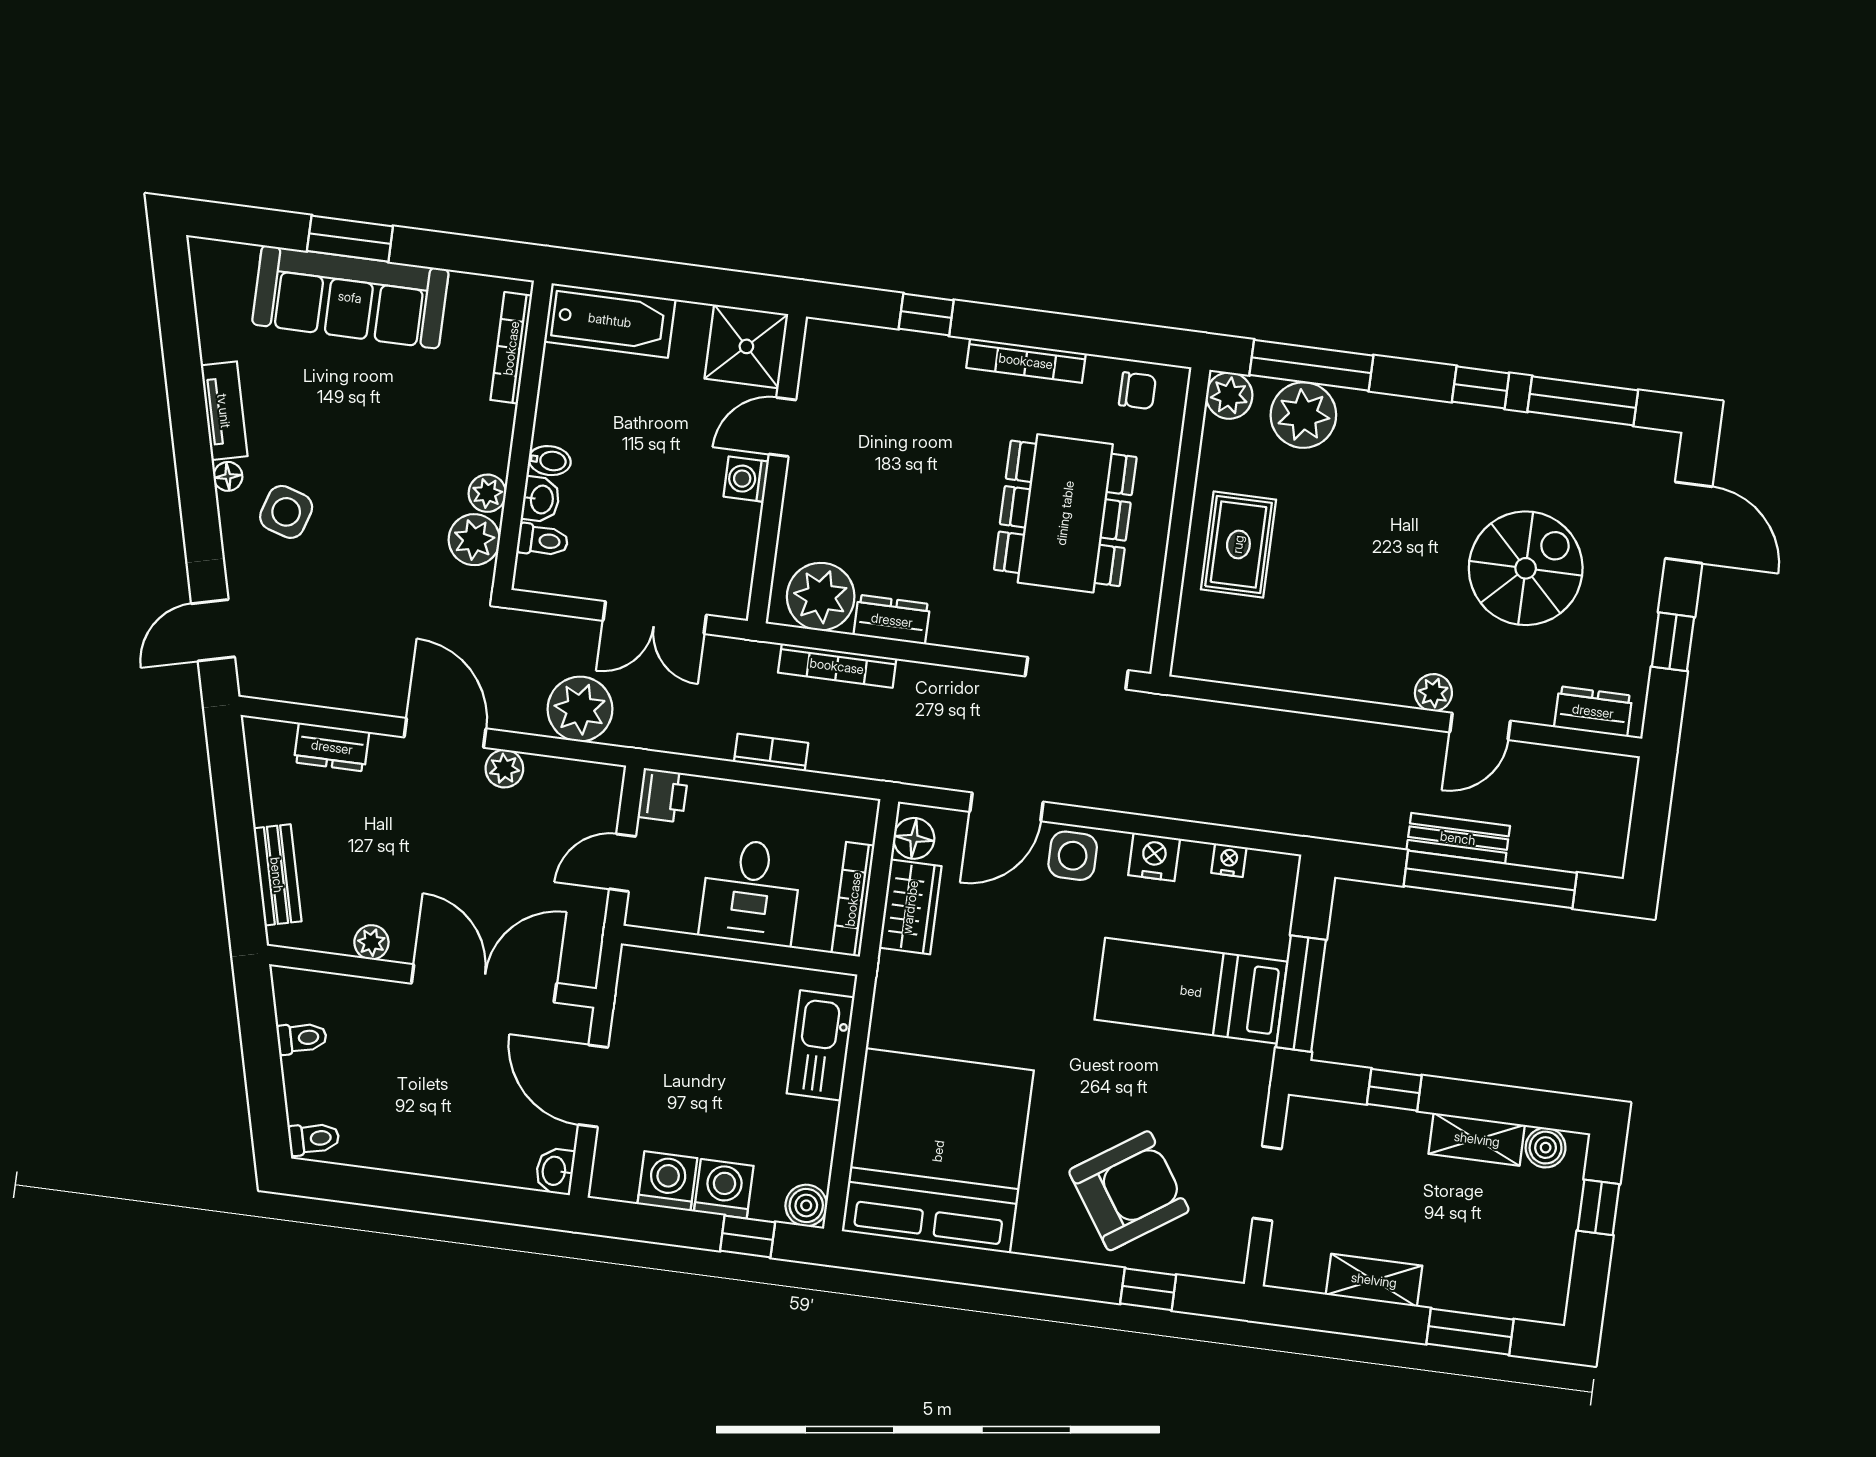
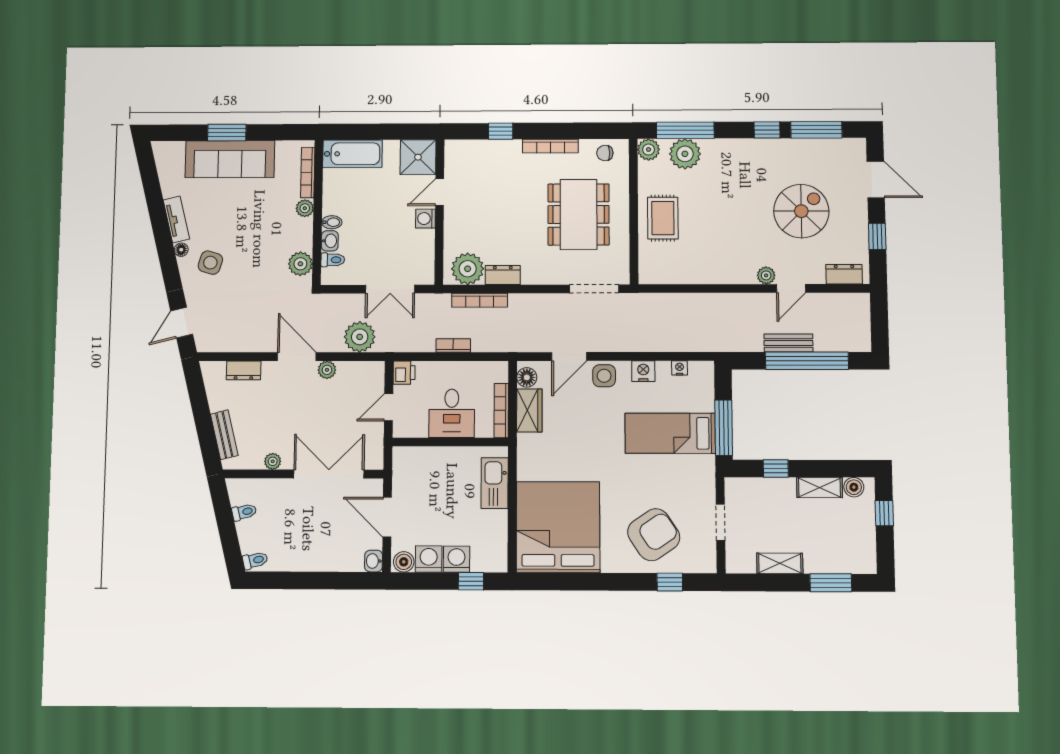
chair: (1137, 391) -> (605, 153), turned 180
plant: (487, 493) -> (305, 208), moved
boiler: (806, 1205) -> (404, 562), moved

